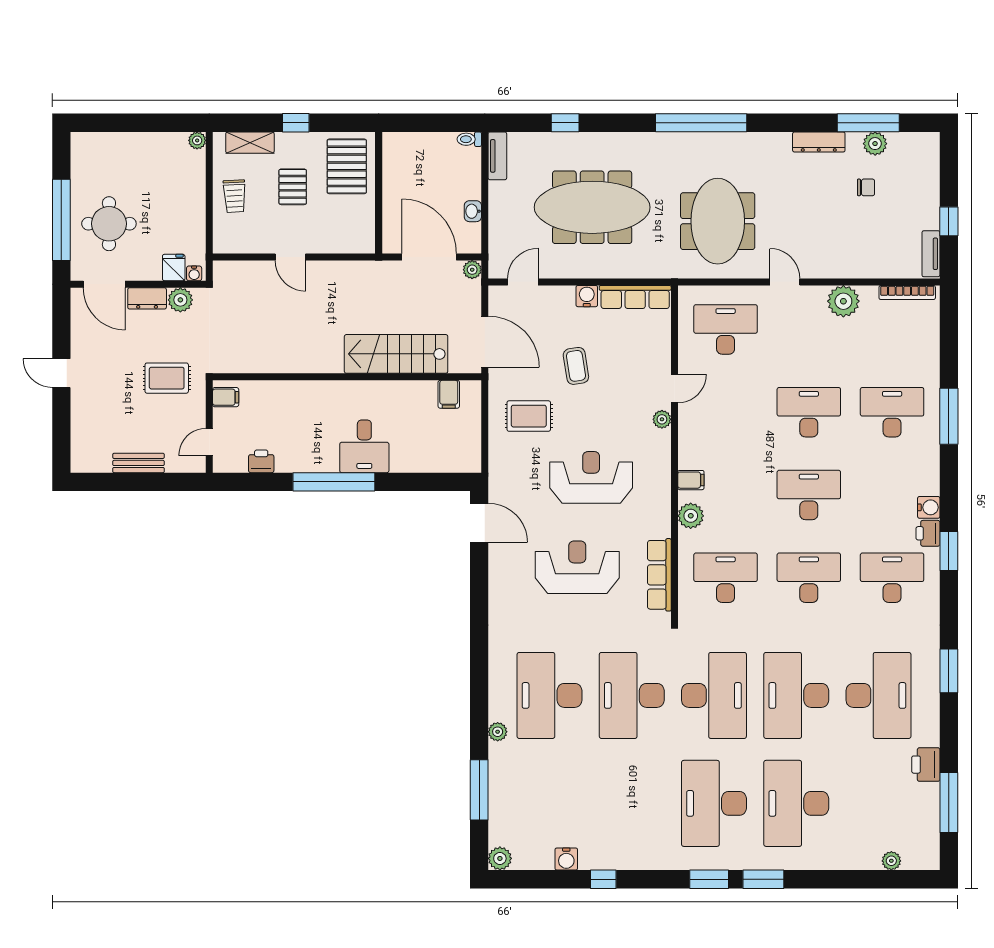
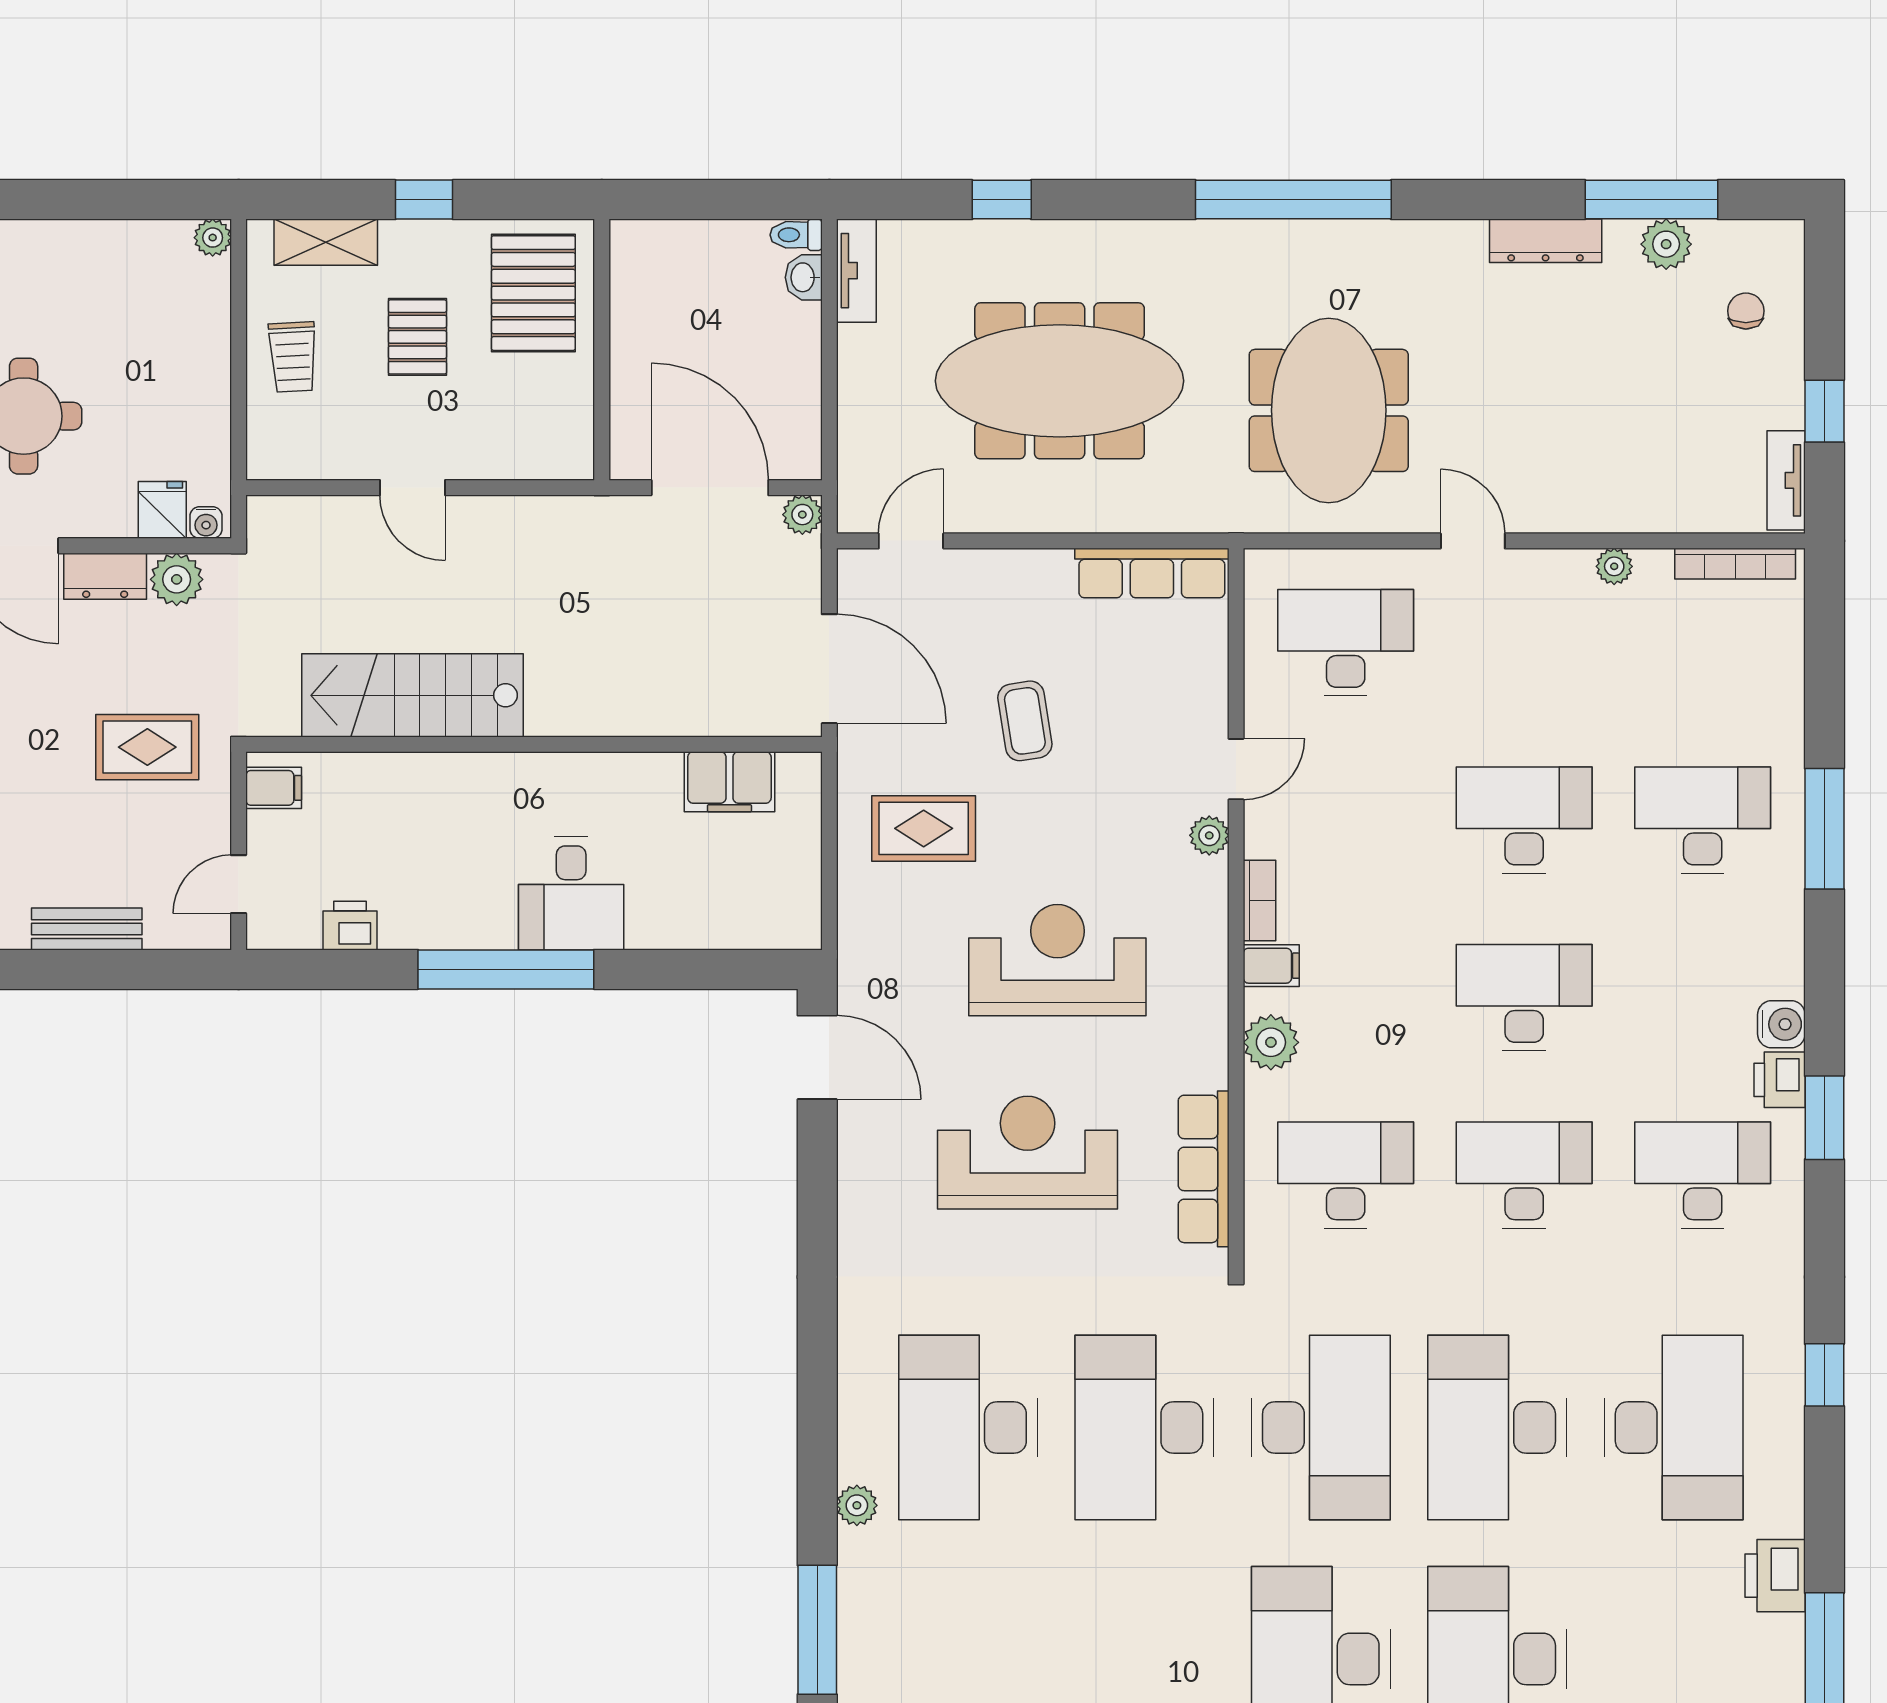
chair: (866, 187) -> (1746, 311), moved, turned -90
washbasin: (473, 211) -> (804, 277), moved
water cooler: (587, 296) -> (1048, 571), removed
plant: (843, 301) -> (1614, 566), width x0.53, depth x0.53
stairs: (396, 354) -> (413, 695), moved
filing cabinet: (449, 394) -> (729, 782), width x2.00
bookcase: (685, 450) -> (1259, 900), added
window: (949, 671) -> (1824, 1375), width x0.67

